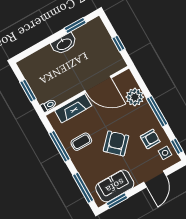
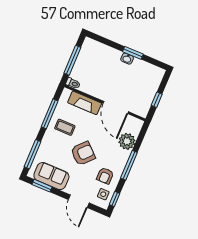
window: (75, 26) -> (133, 53), moved
washbasin: (64, 44) -> (127, 59), width x0.52, depth x0.69
window: (28, 91) -> (72, 60), width x1.44
armchair: (150, 139) -> (105, 176), turned 90
door: (155, 179) -> (79, 201), hinge flipped

